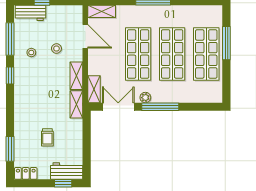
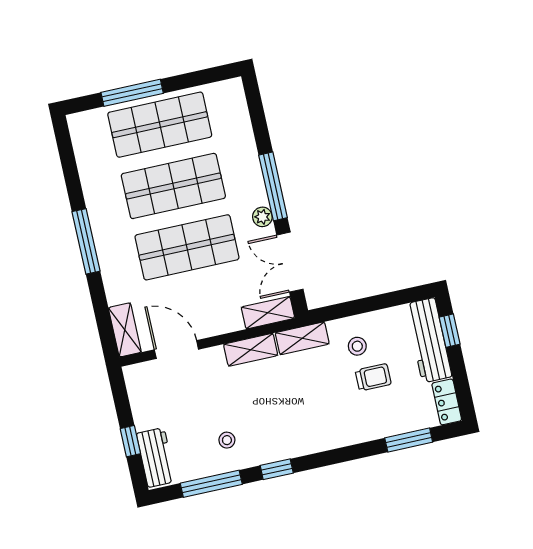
door: (85, 36) -> (176, 350), hinge flipped
stool: (56, 49) -> (357, 346), moved
workbench: (67, 171) -> (429, 340), width x1.38

